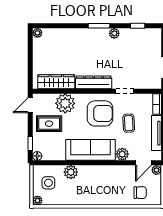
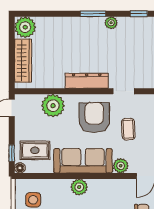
plant: (37, 33) -> (25, 27), width x1.88, depth x1.88
wardrobe: (56, 82) -> (23, 61), moved, turned 90
armchair: (100, 113) -> (94, 118), turned -90
rug: (49, 124) -> (35, 150), moved
plant: (71, 172) -> (79, 187), moved

